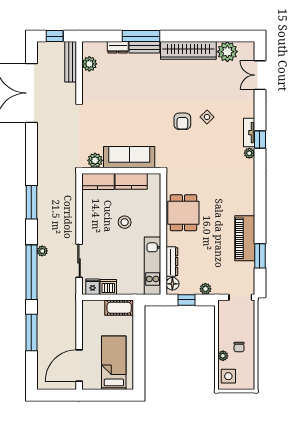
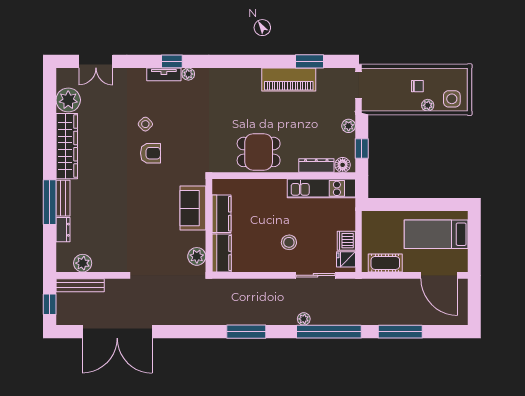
sofa: (129, 157) -> (193, 208), width x0.73
stool: (125, 222) -> (289, 242), moved
cot: (119, 308) -> (385, 263), moved, turned 90

